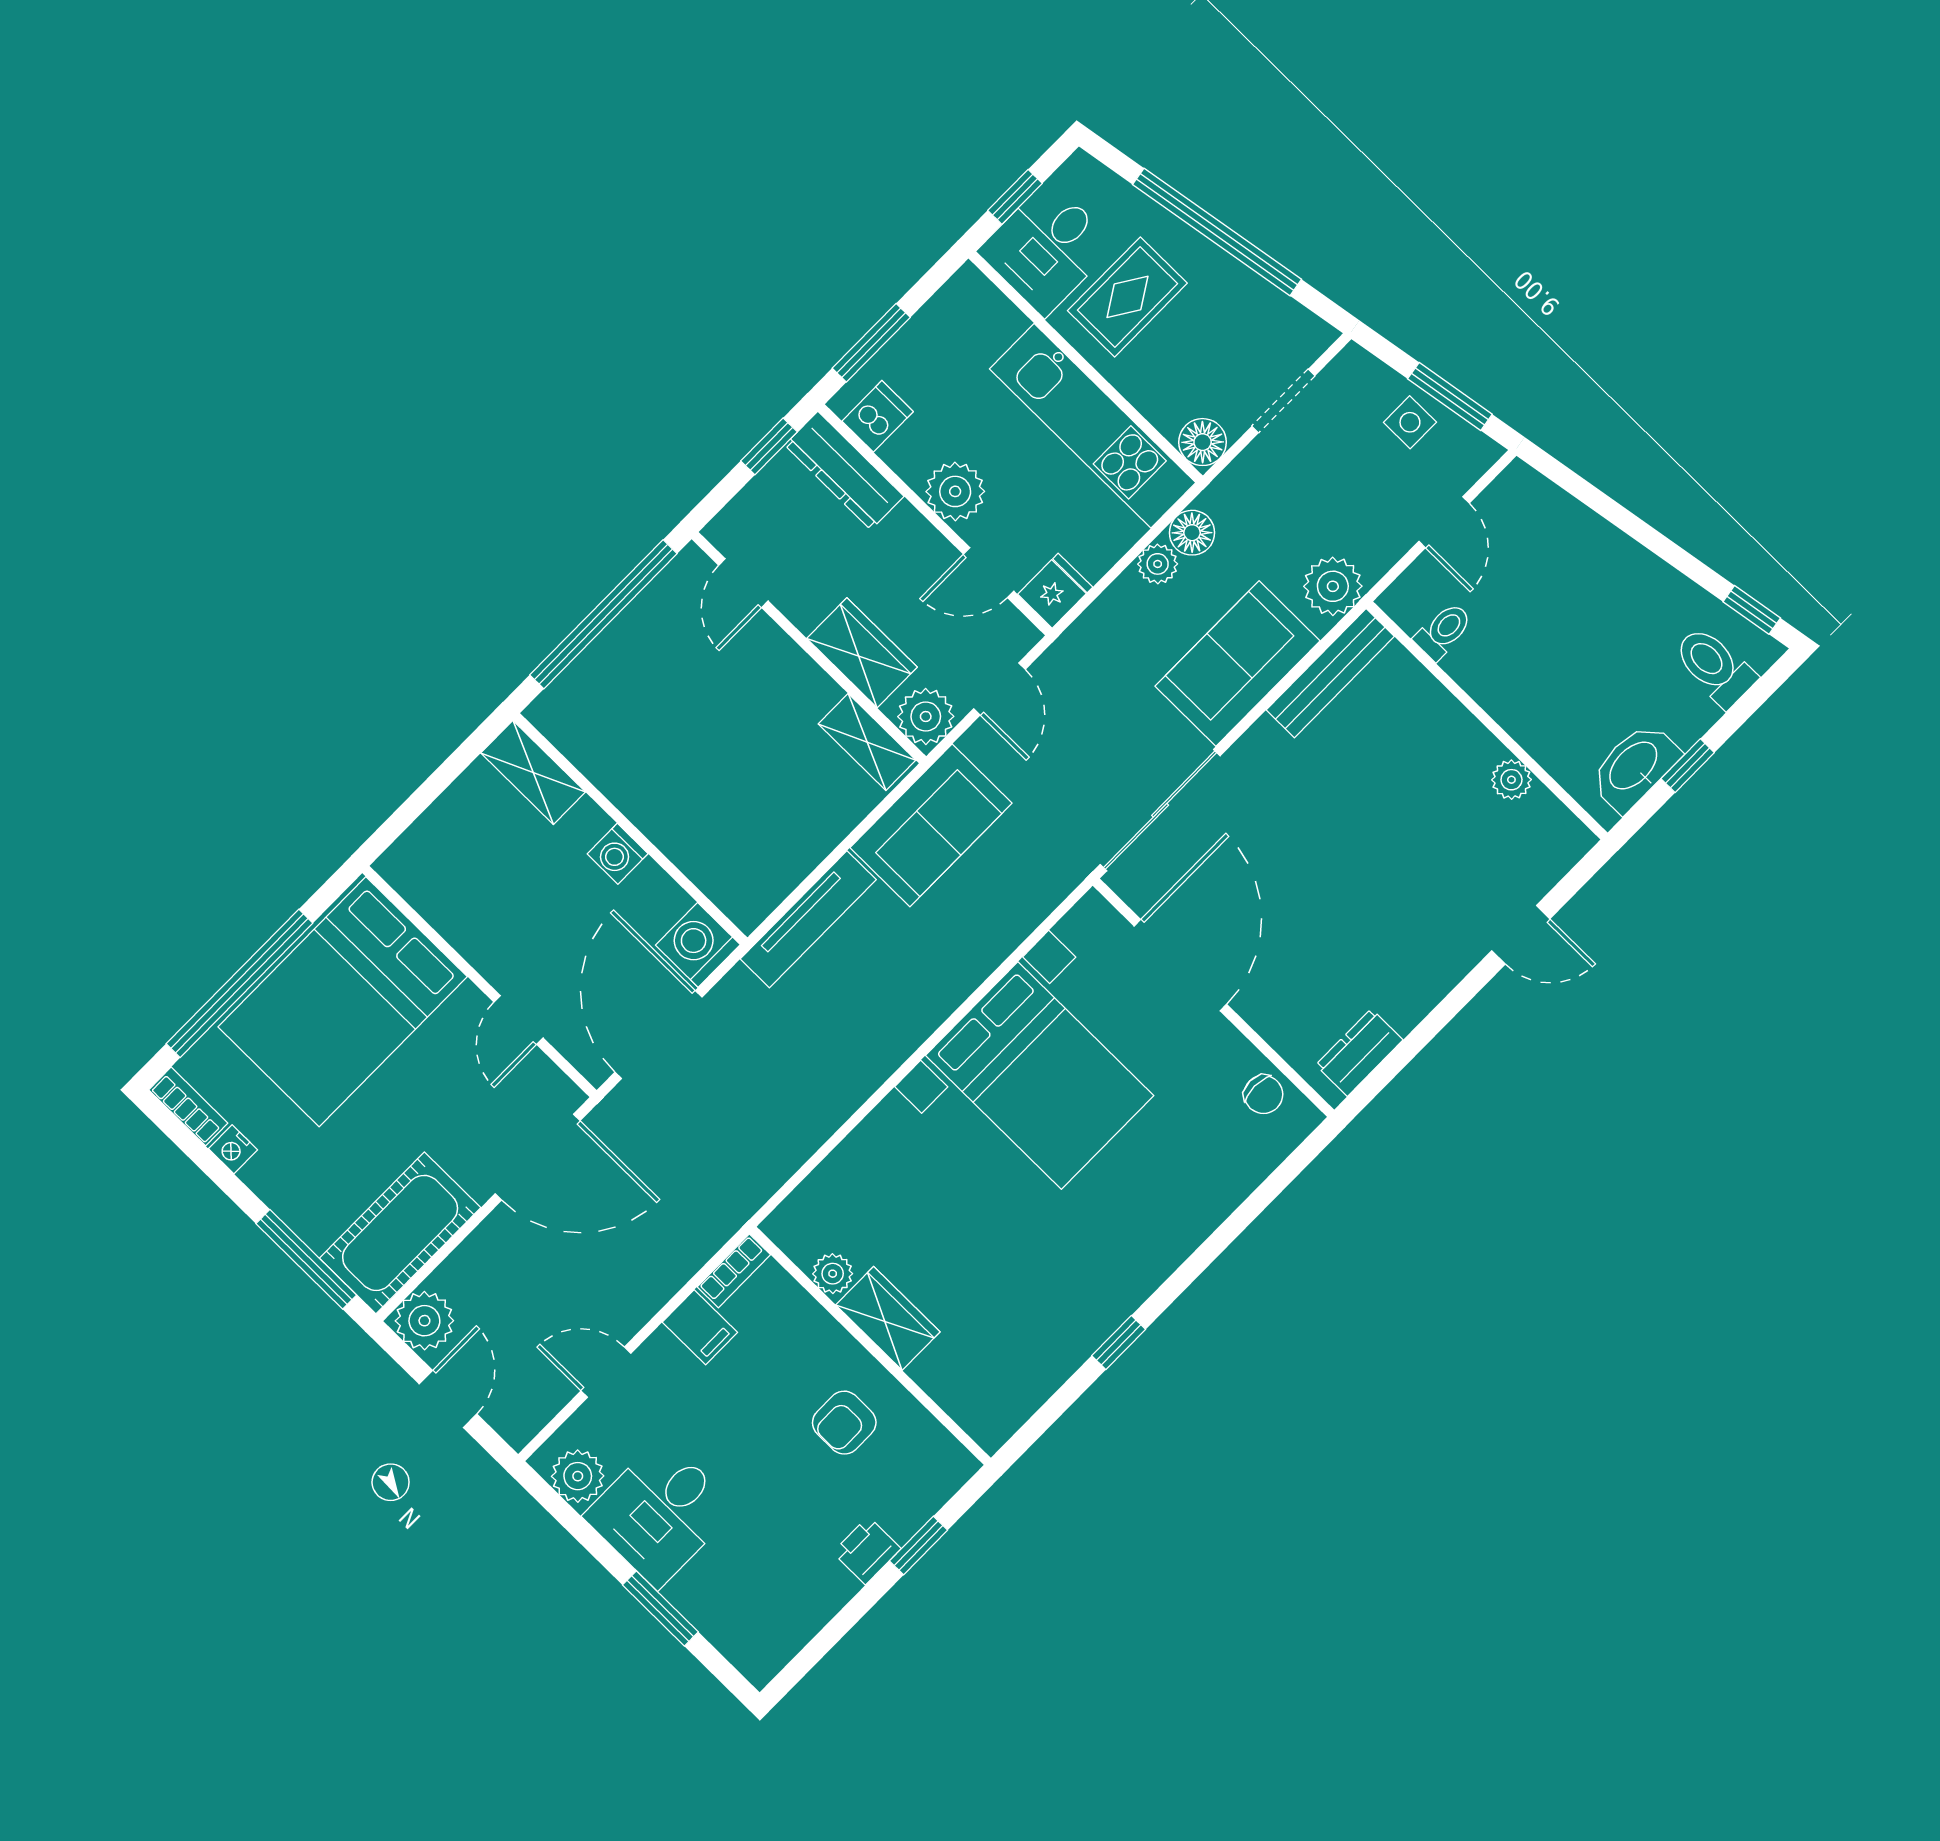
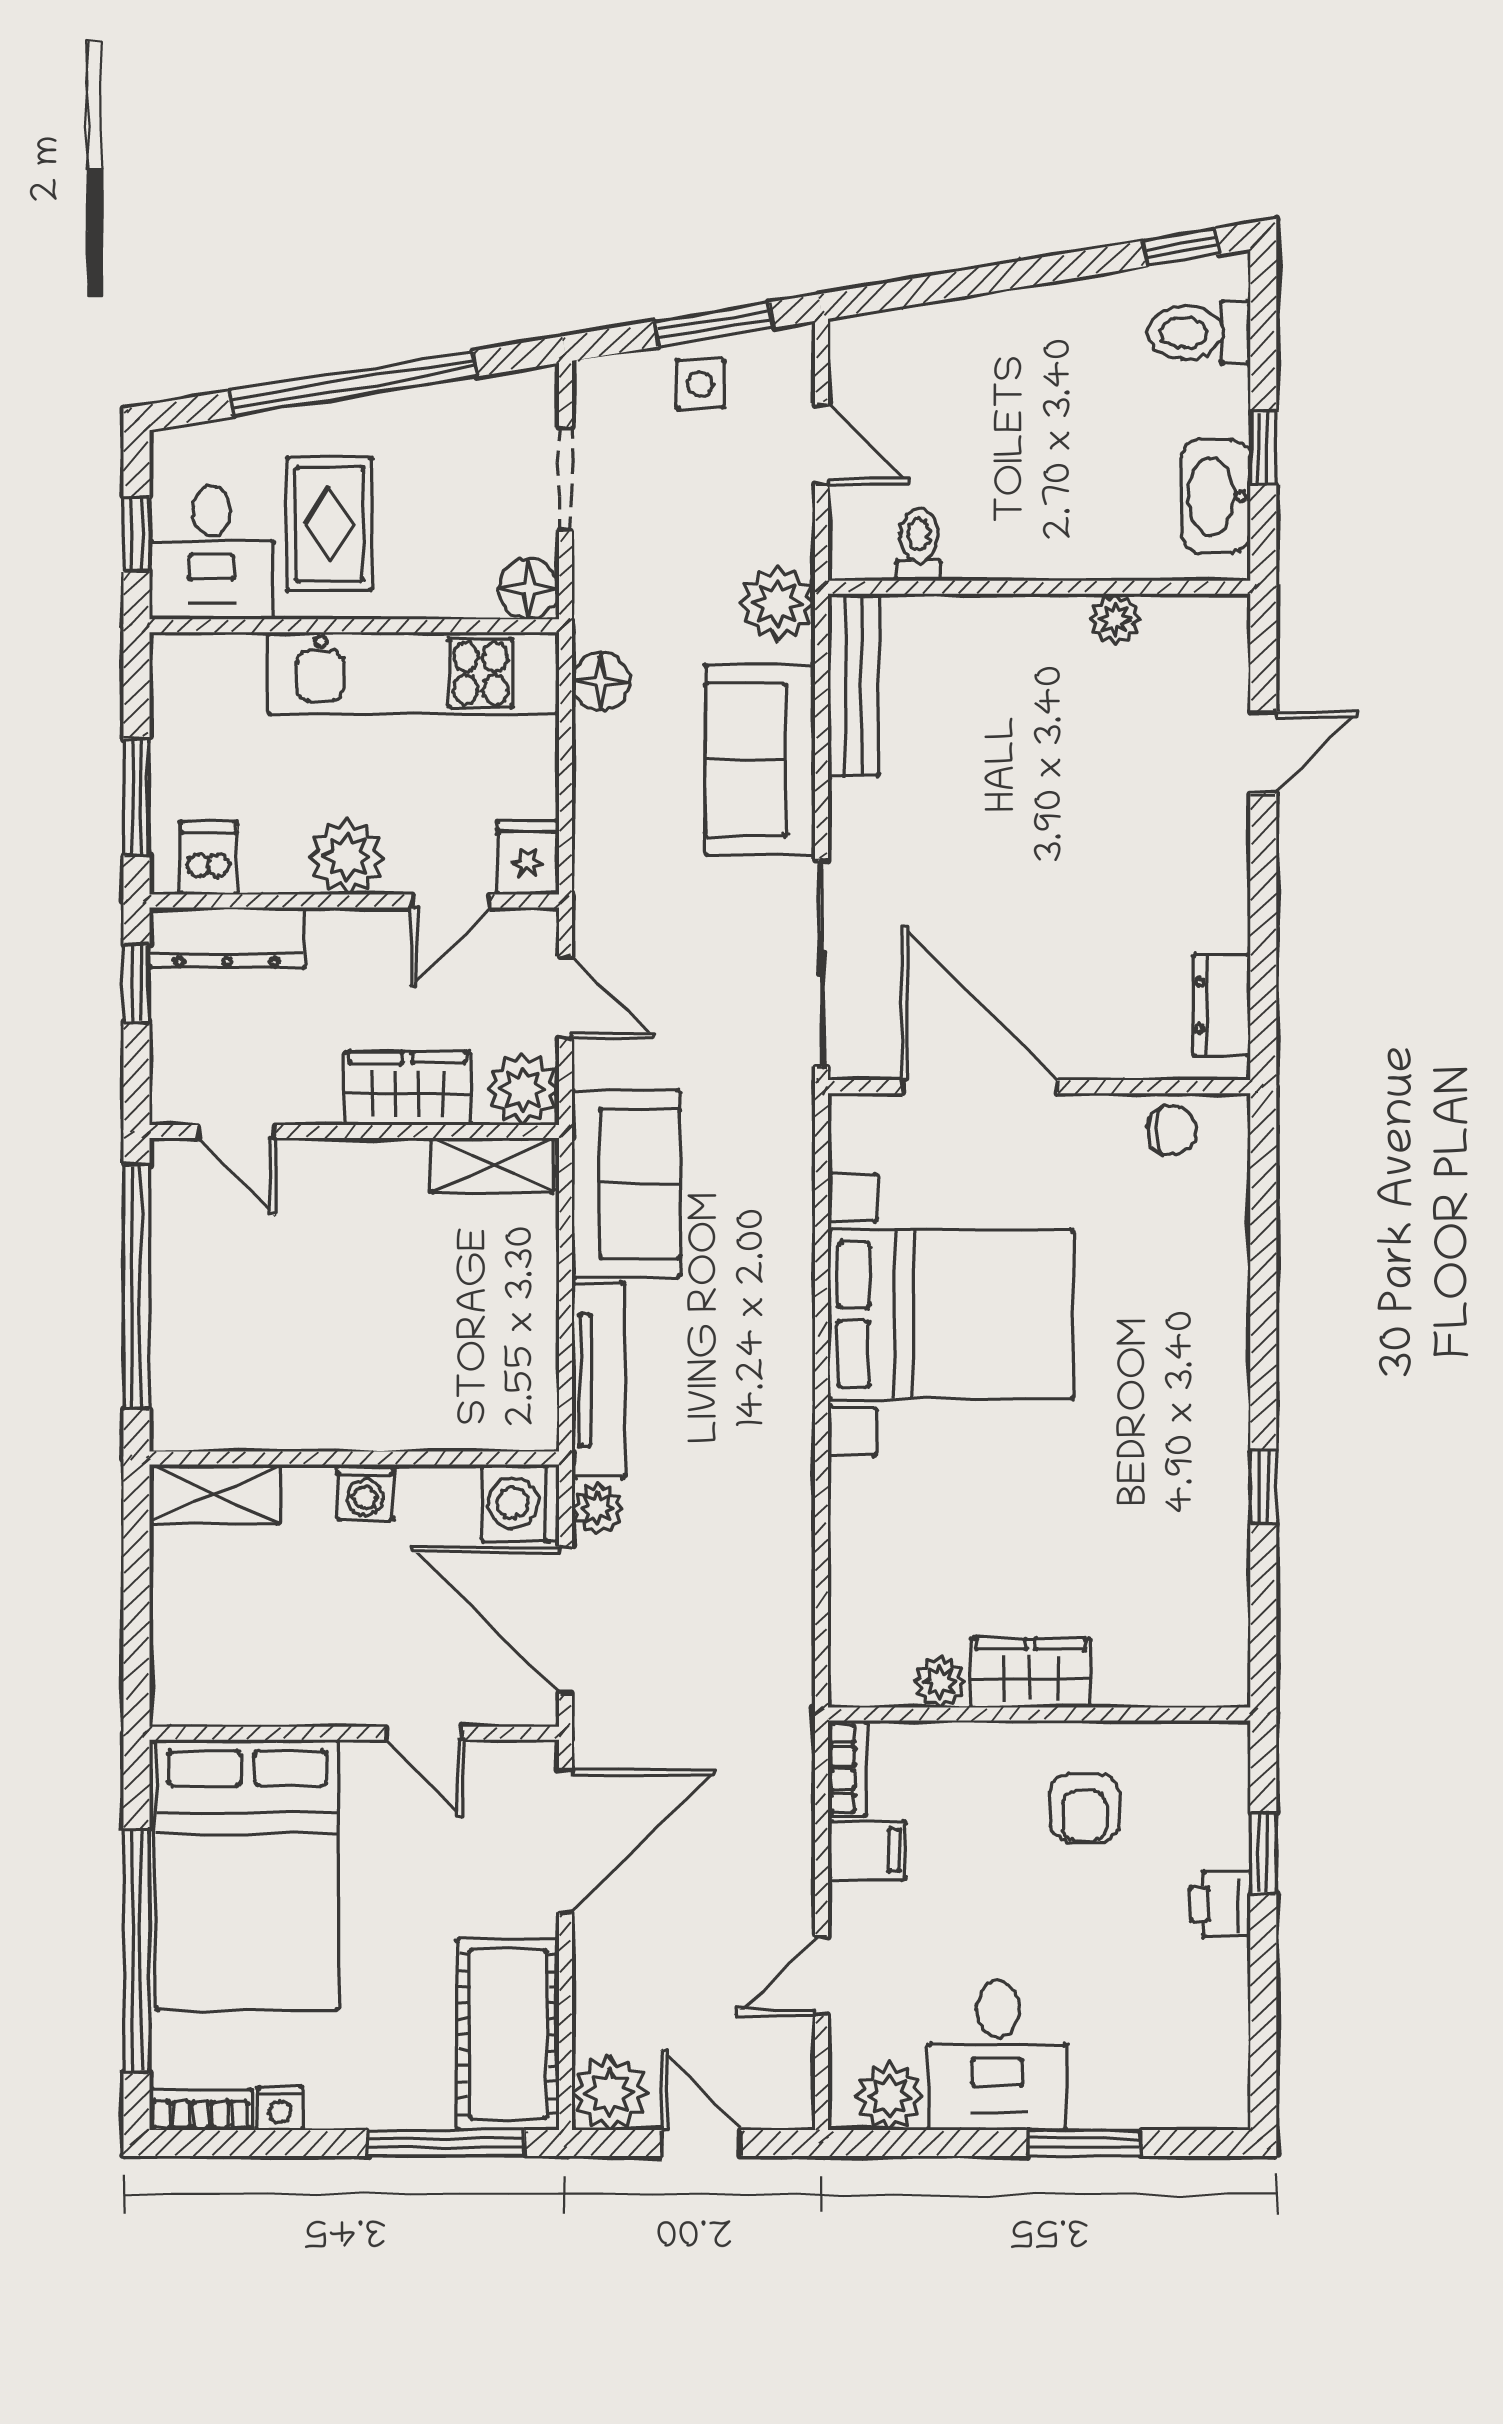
plant: (1158, 564) -> (597, 1508), moved

